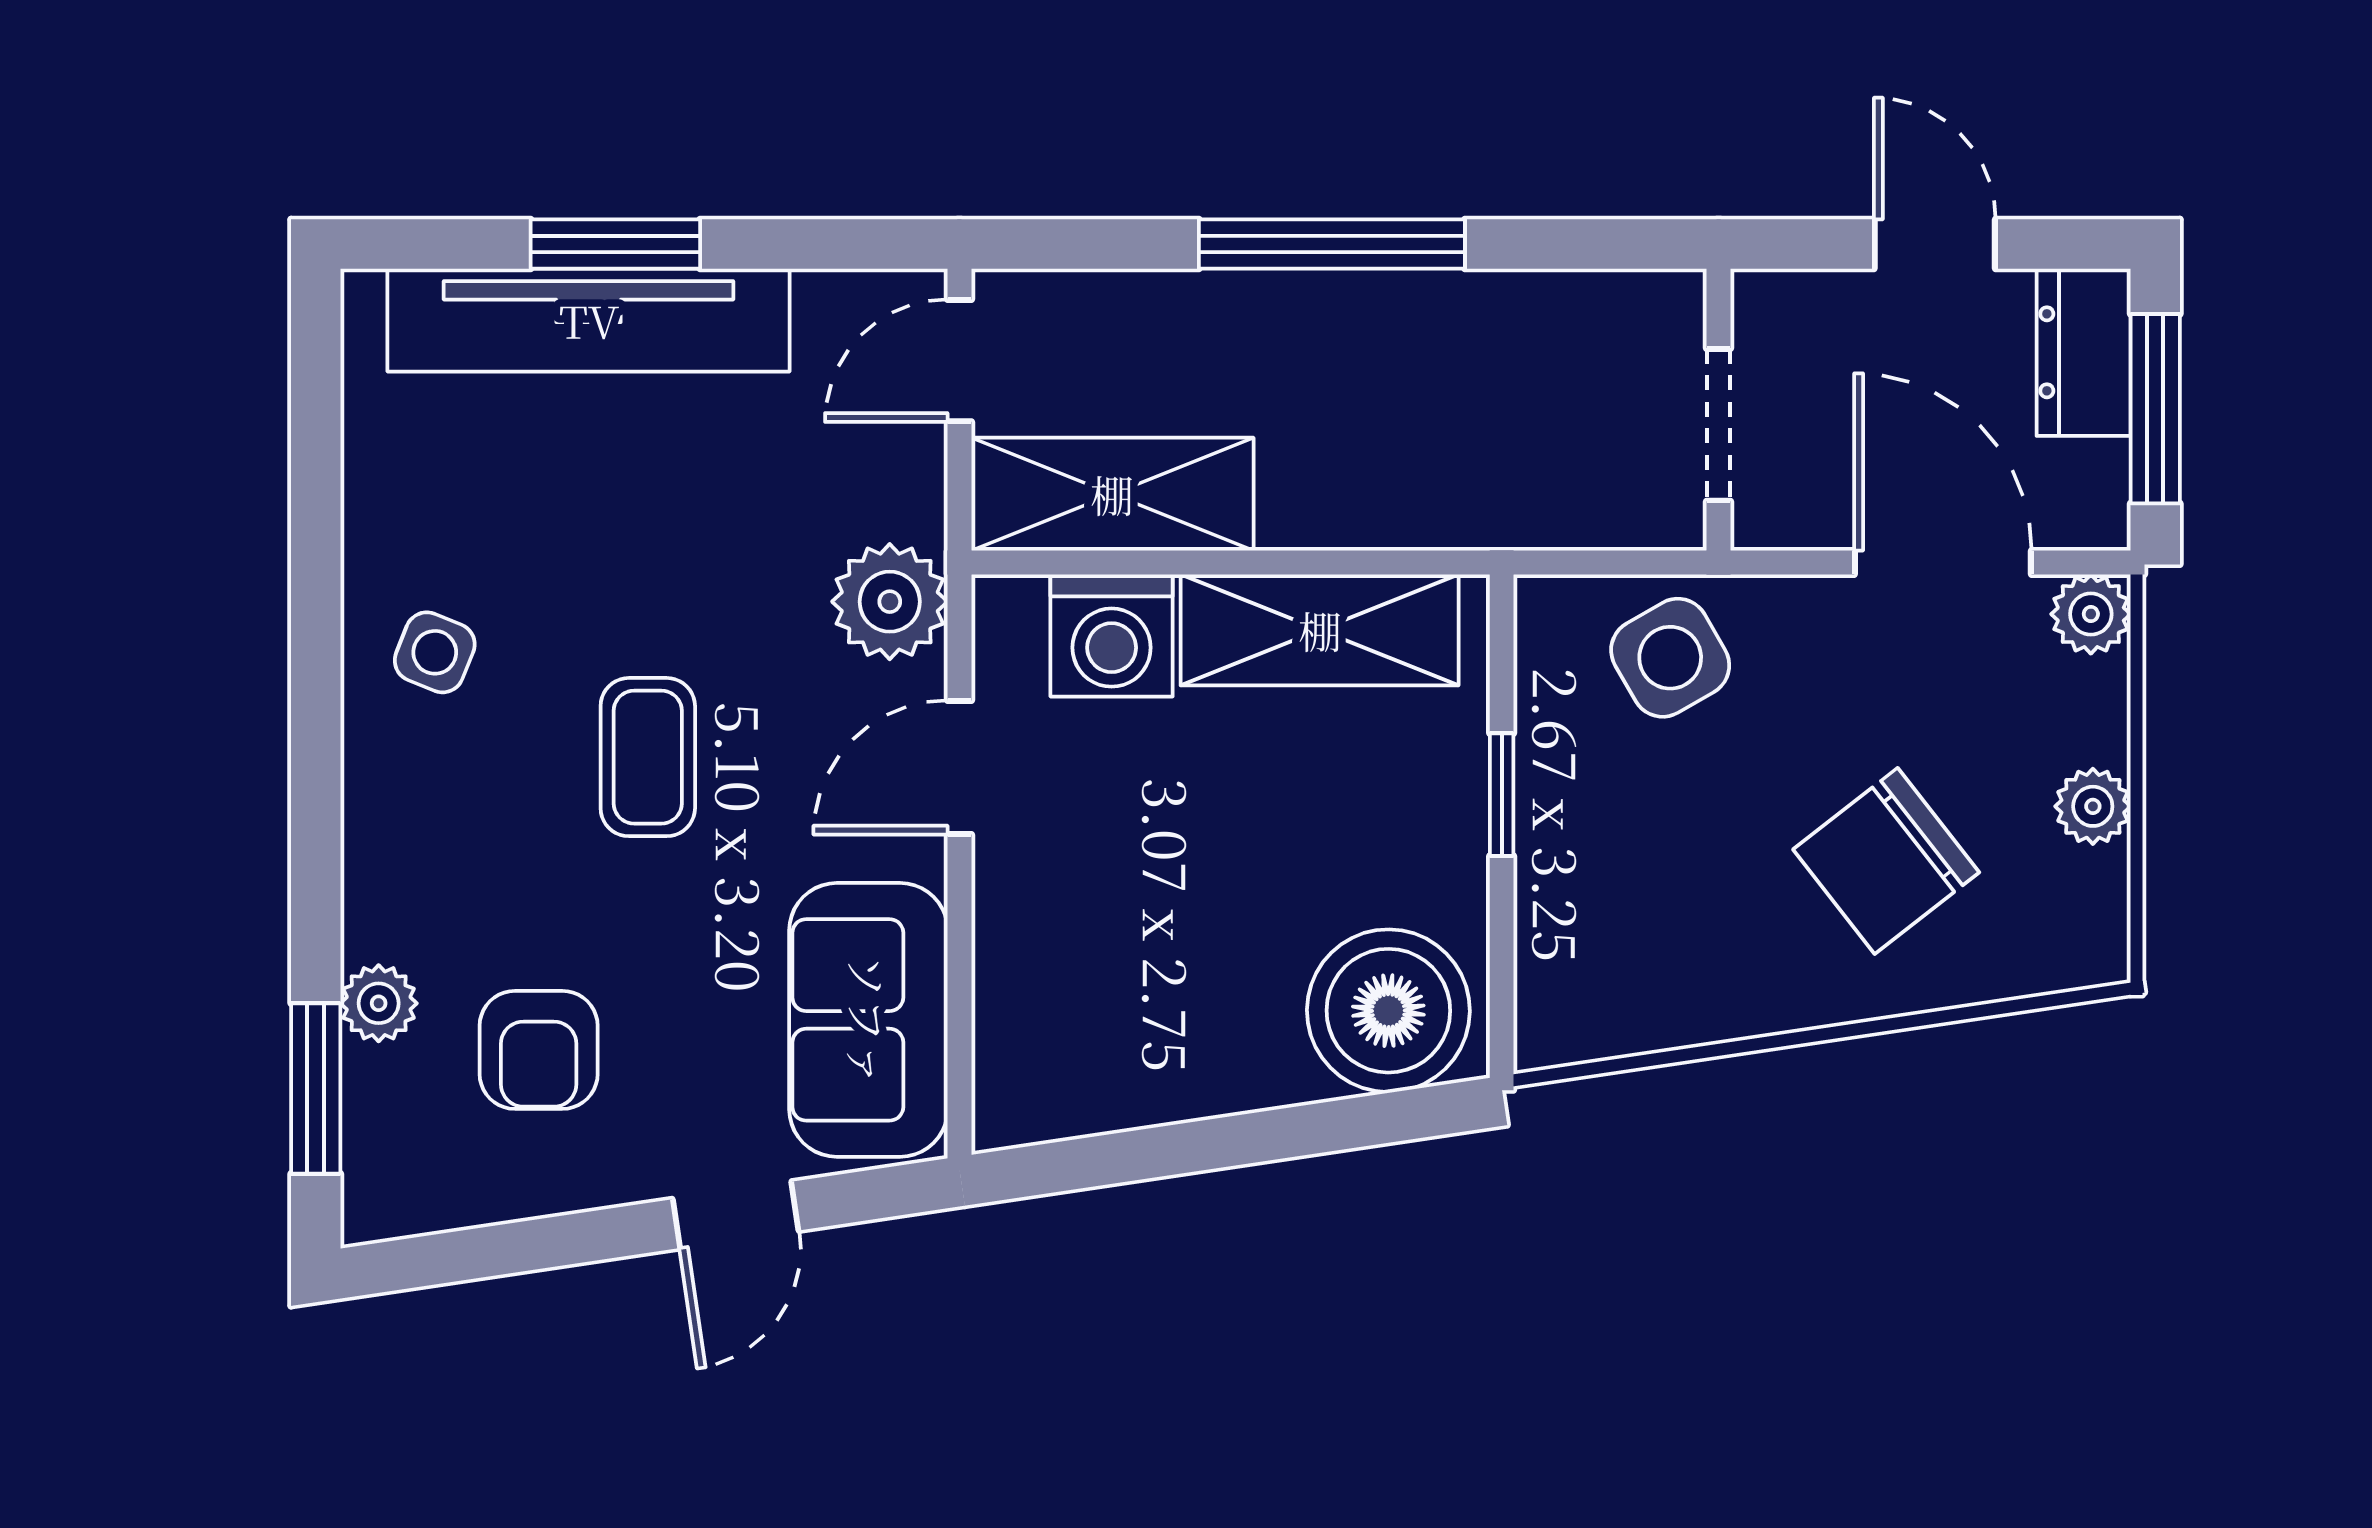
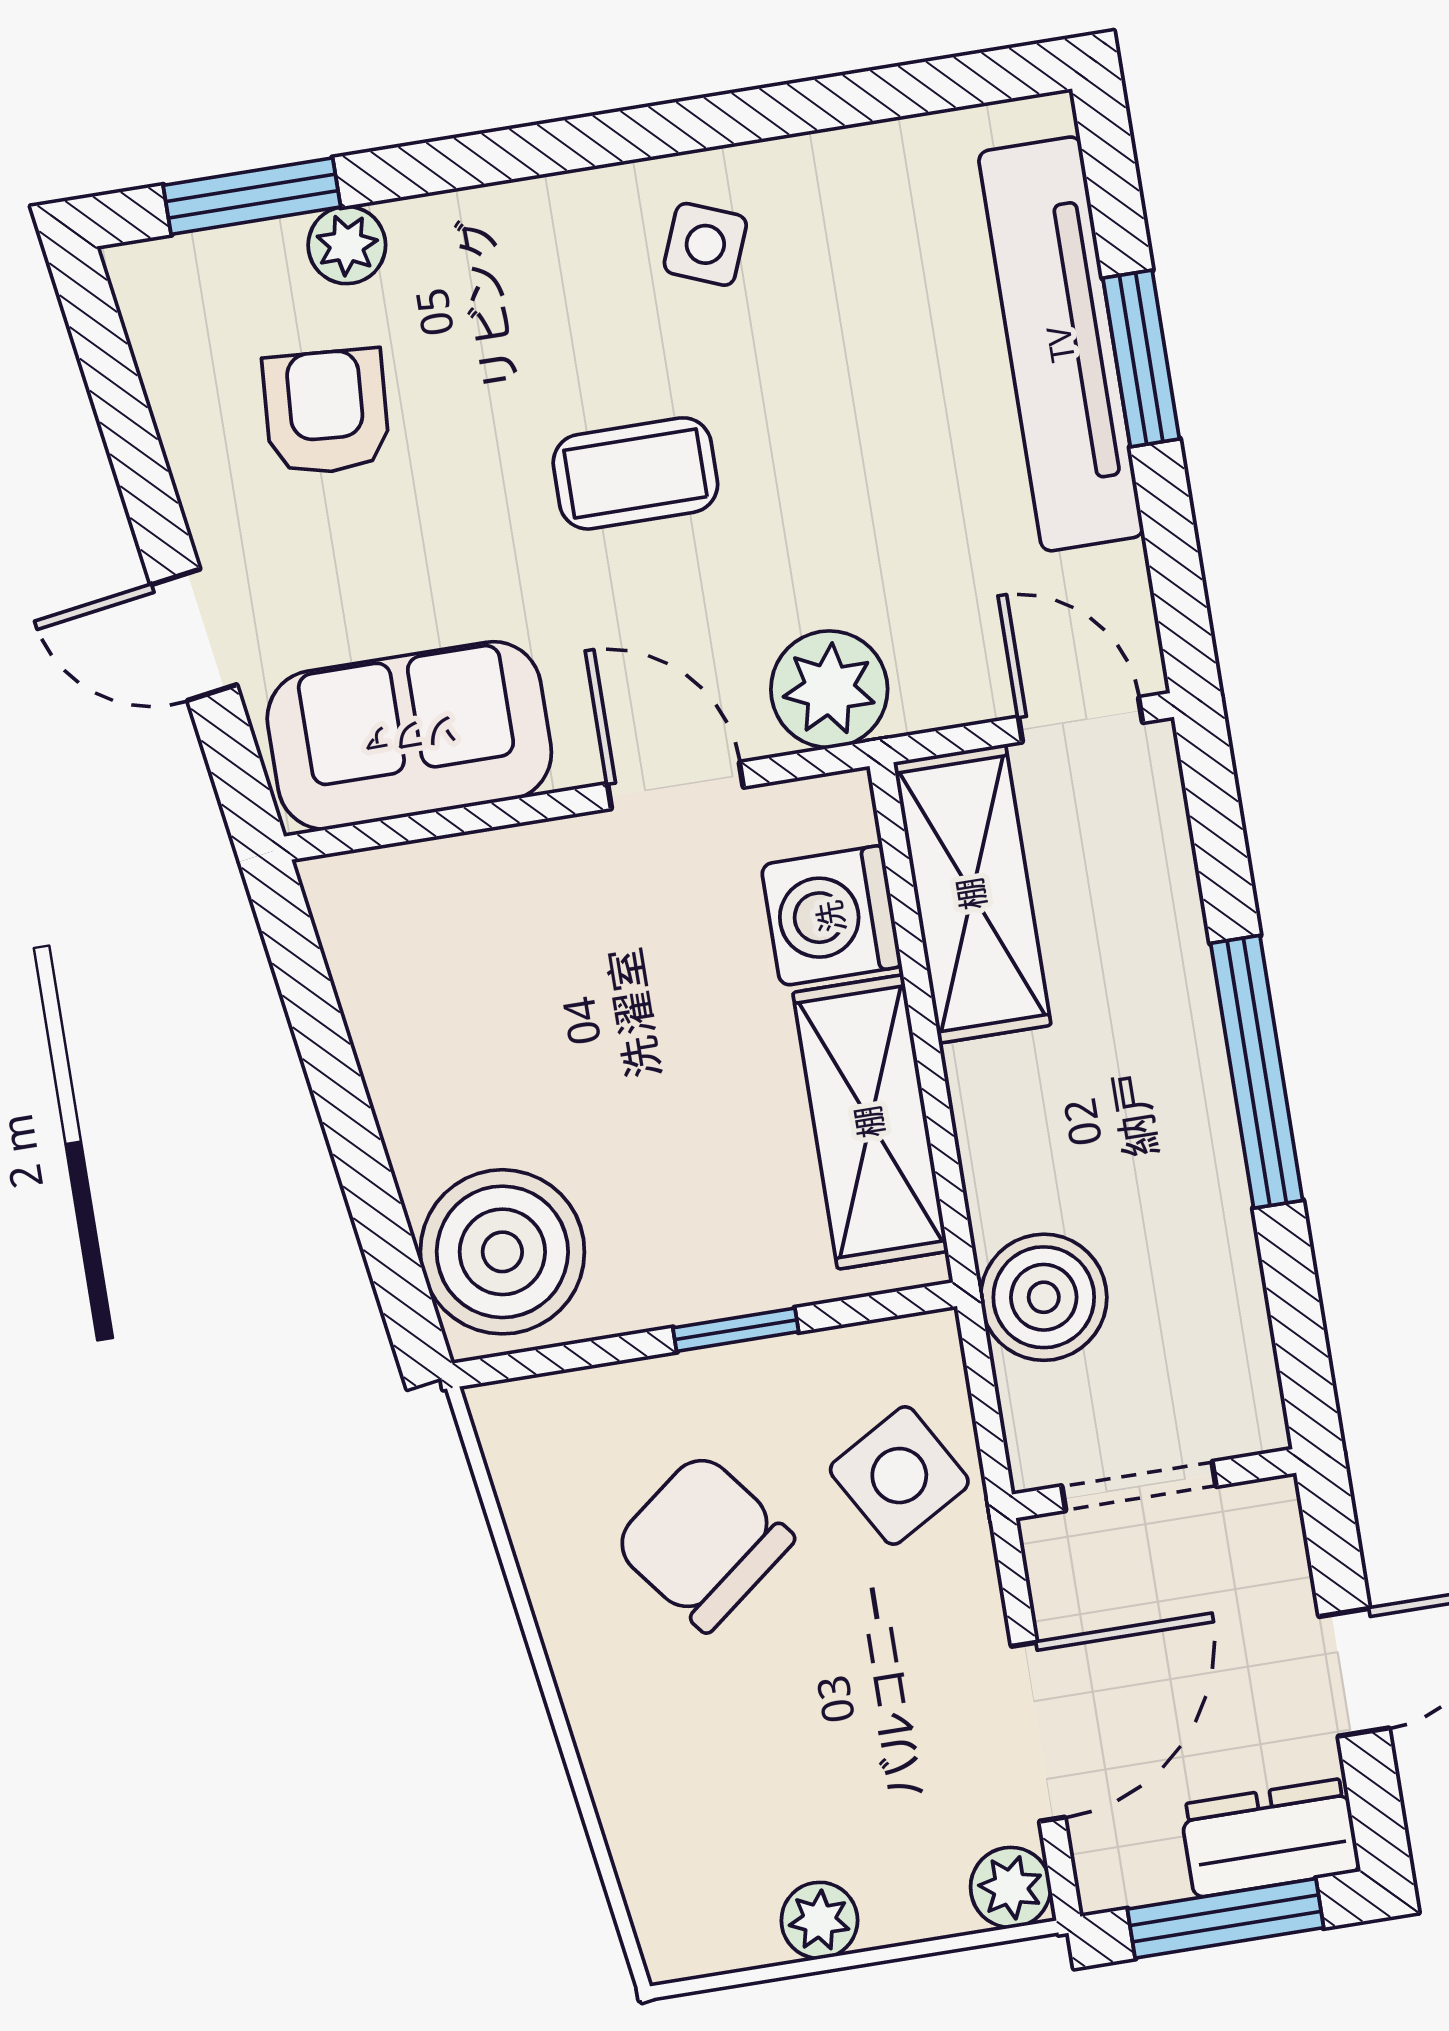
boiler: (1519, 488) -> (1044, 1297), added
chair: (1886, 861) -> (703, 1542), moved
armchair: (539, 1050) -> (326, 412), turned 94

